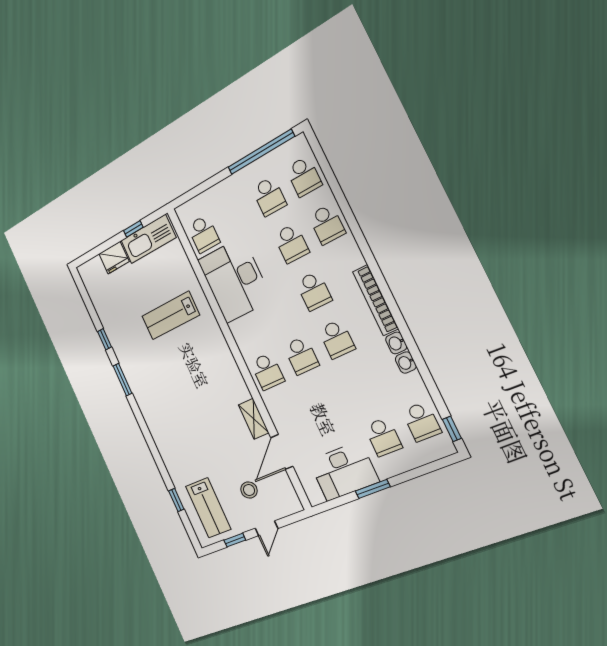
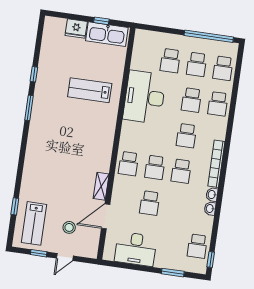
school desk: (203, 234) -> (170, 61), moved
school desk: (383, 437) -> (150, 203), moved
window: (373, 489) -> (173, 273), moved

